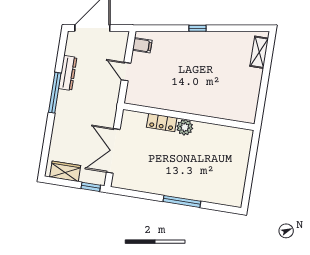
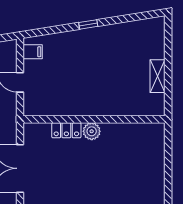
shelving: (259, 52) -> (158, 76), moved

